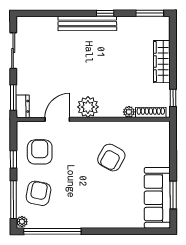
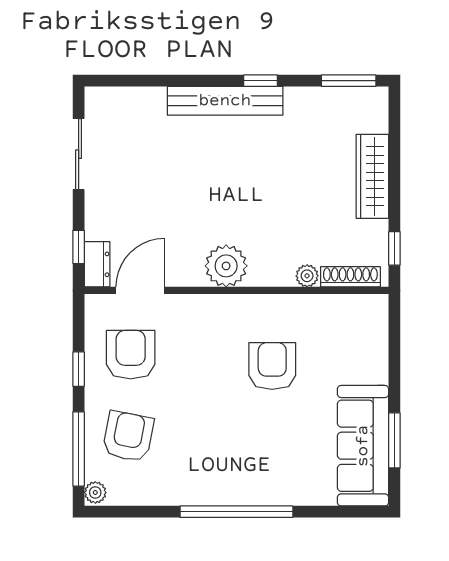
window: (13, 98) -> (79, 247), width x0.67
door: (57, 119) -> (140, 290), moved
armchair: (111, 158) -> (272, 366), turned 151
window: (52, 231) -> (236, 512), moved

